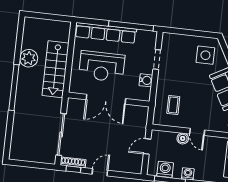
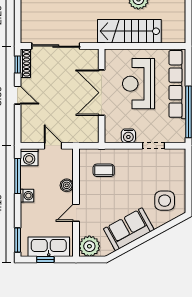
door: (197, 132) -> (76, 213), moved
washing machine: (165, 169) -> (29, 157), moved, turned 90

